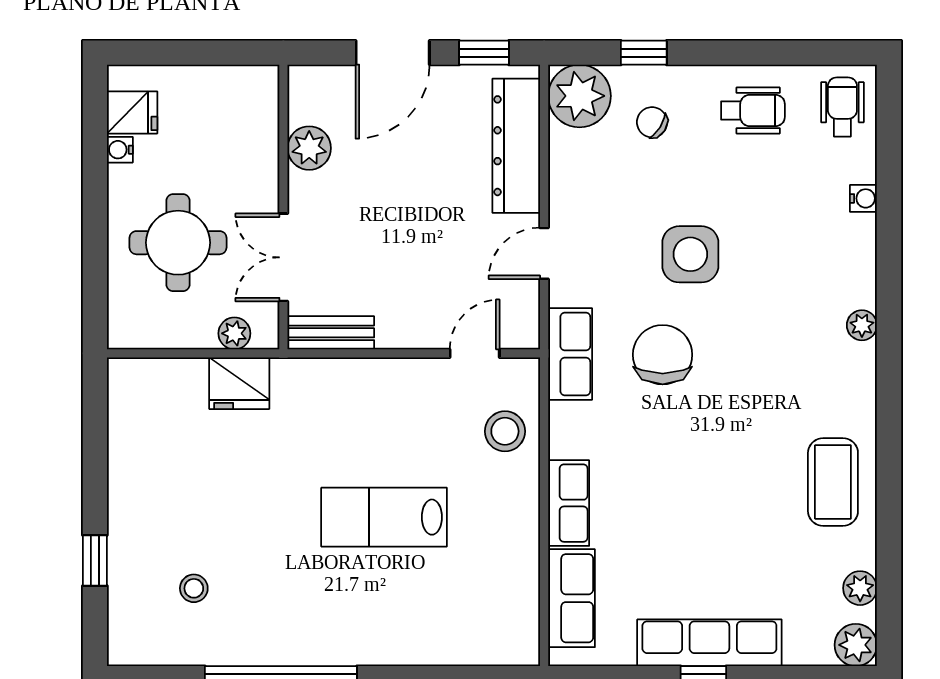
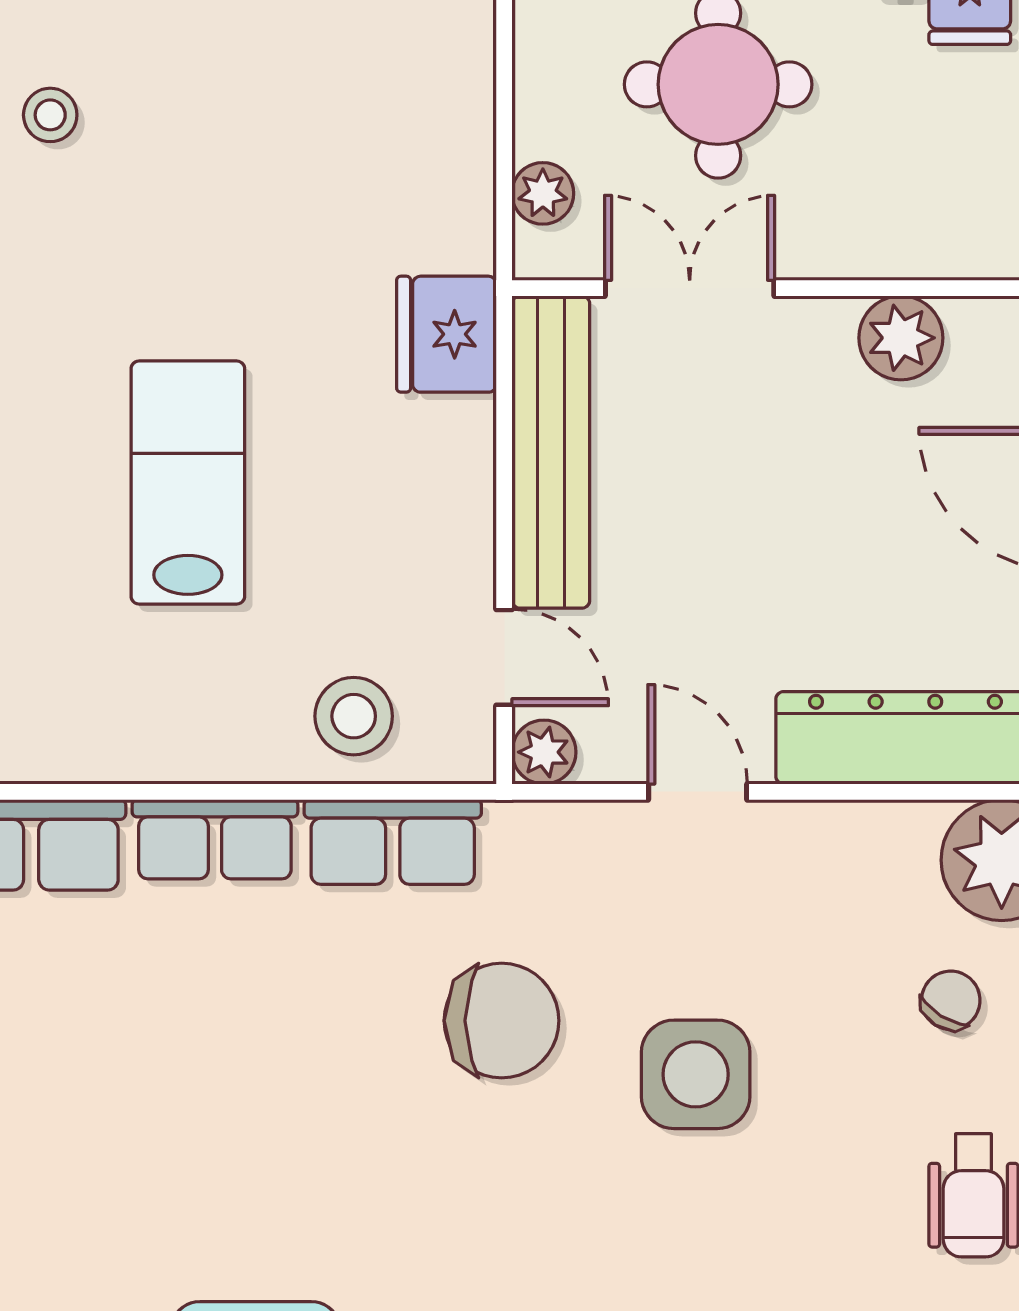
bench: (331, 333) -> (551, 452), width x1.86, depth x1.21
plant: (524, 333) -> (544, 752), added
row of seats: (570, 354) -> (393, 842), moved
fridge: (239, 383) -> (447, 334), moved

